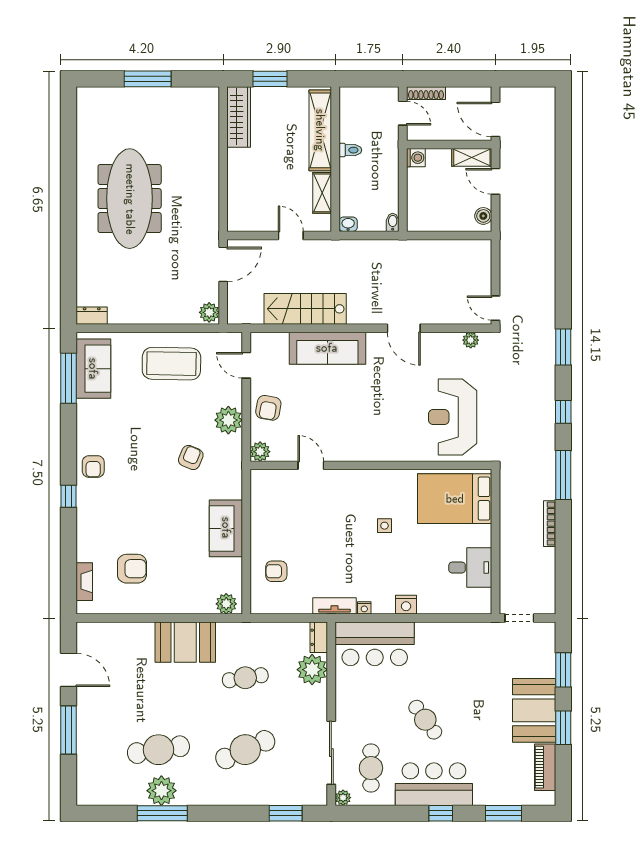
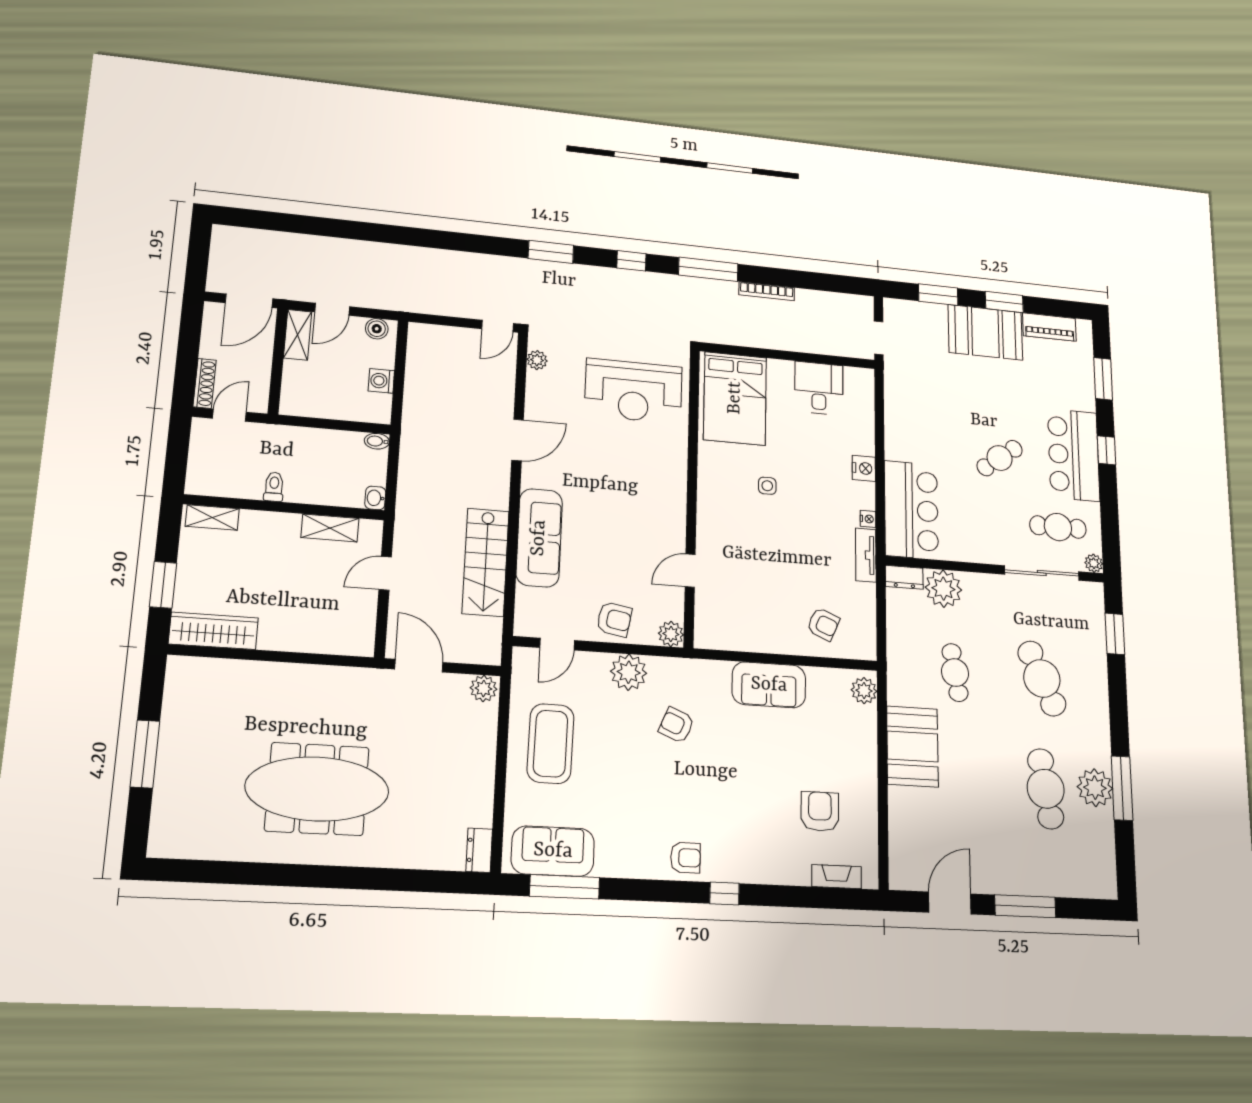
shelving: (320, 130) -> (212, 517), width x0.45, depth x0.75
washing machine: (416, 158) -> (381, 381), moved, turned -90
armchair: (276, 571) -> (823, 624), turned -67

